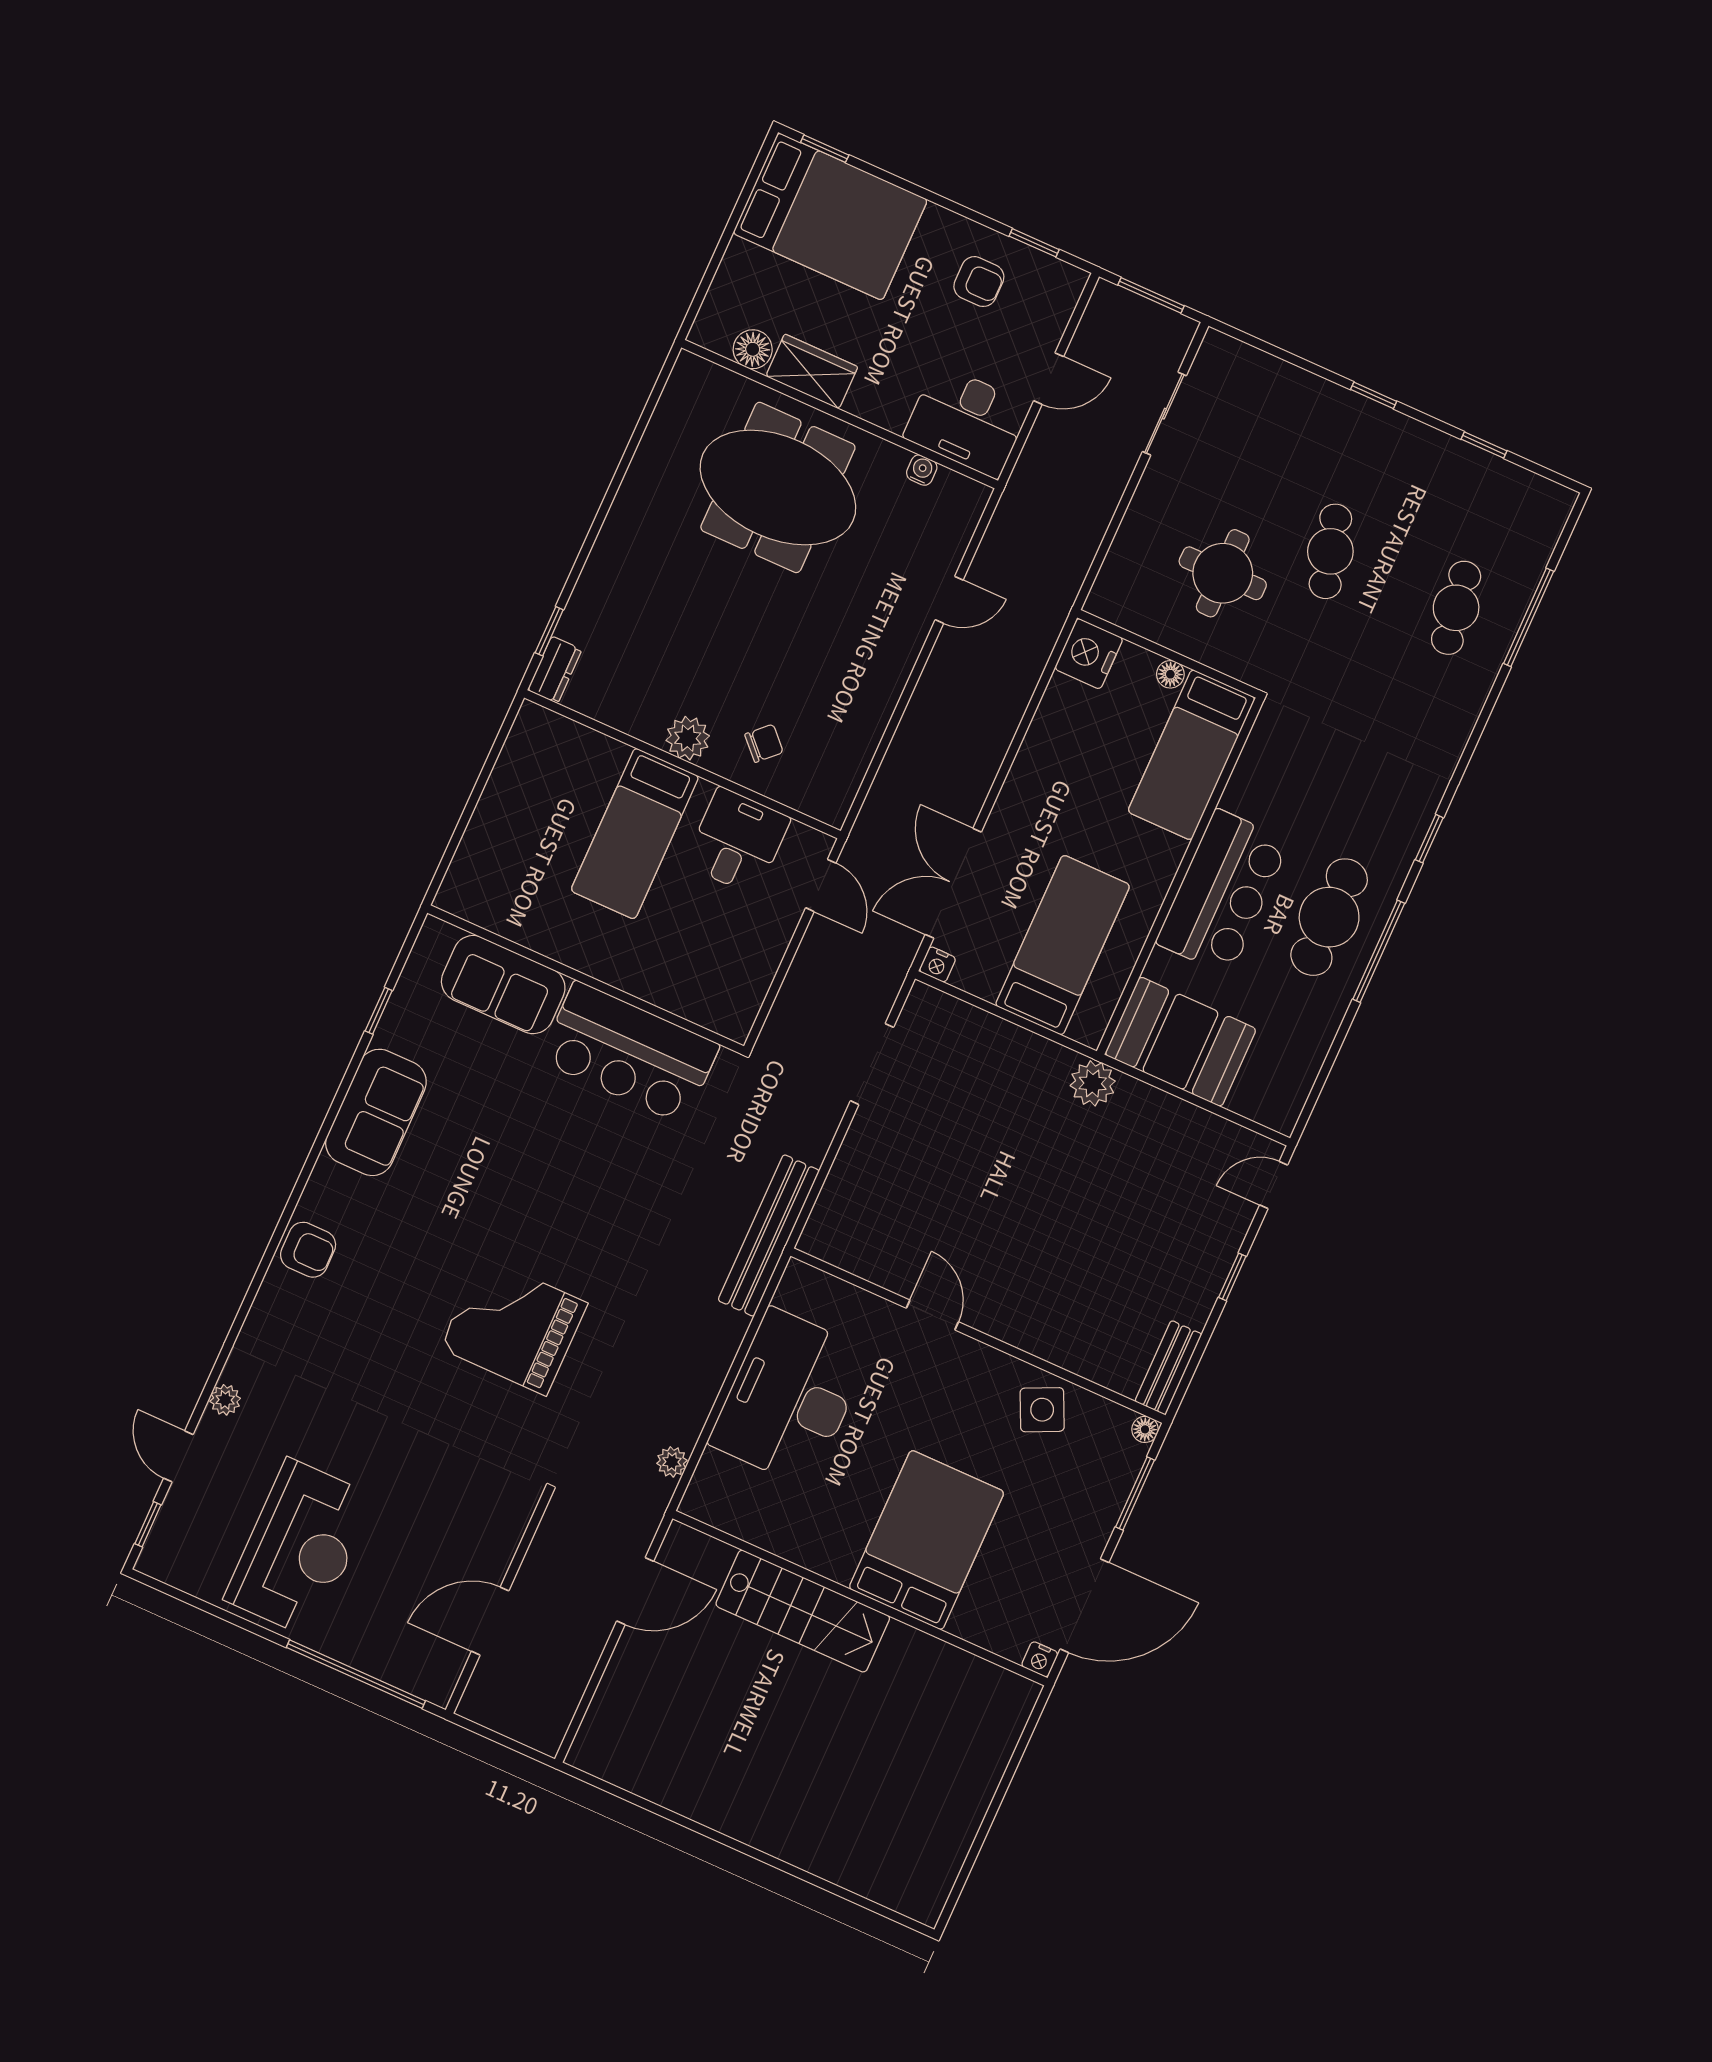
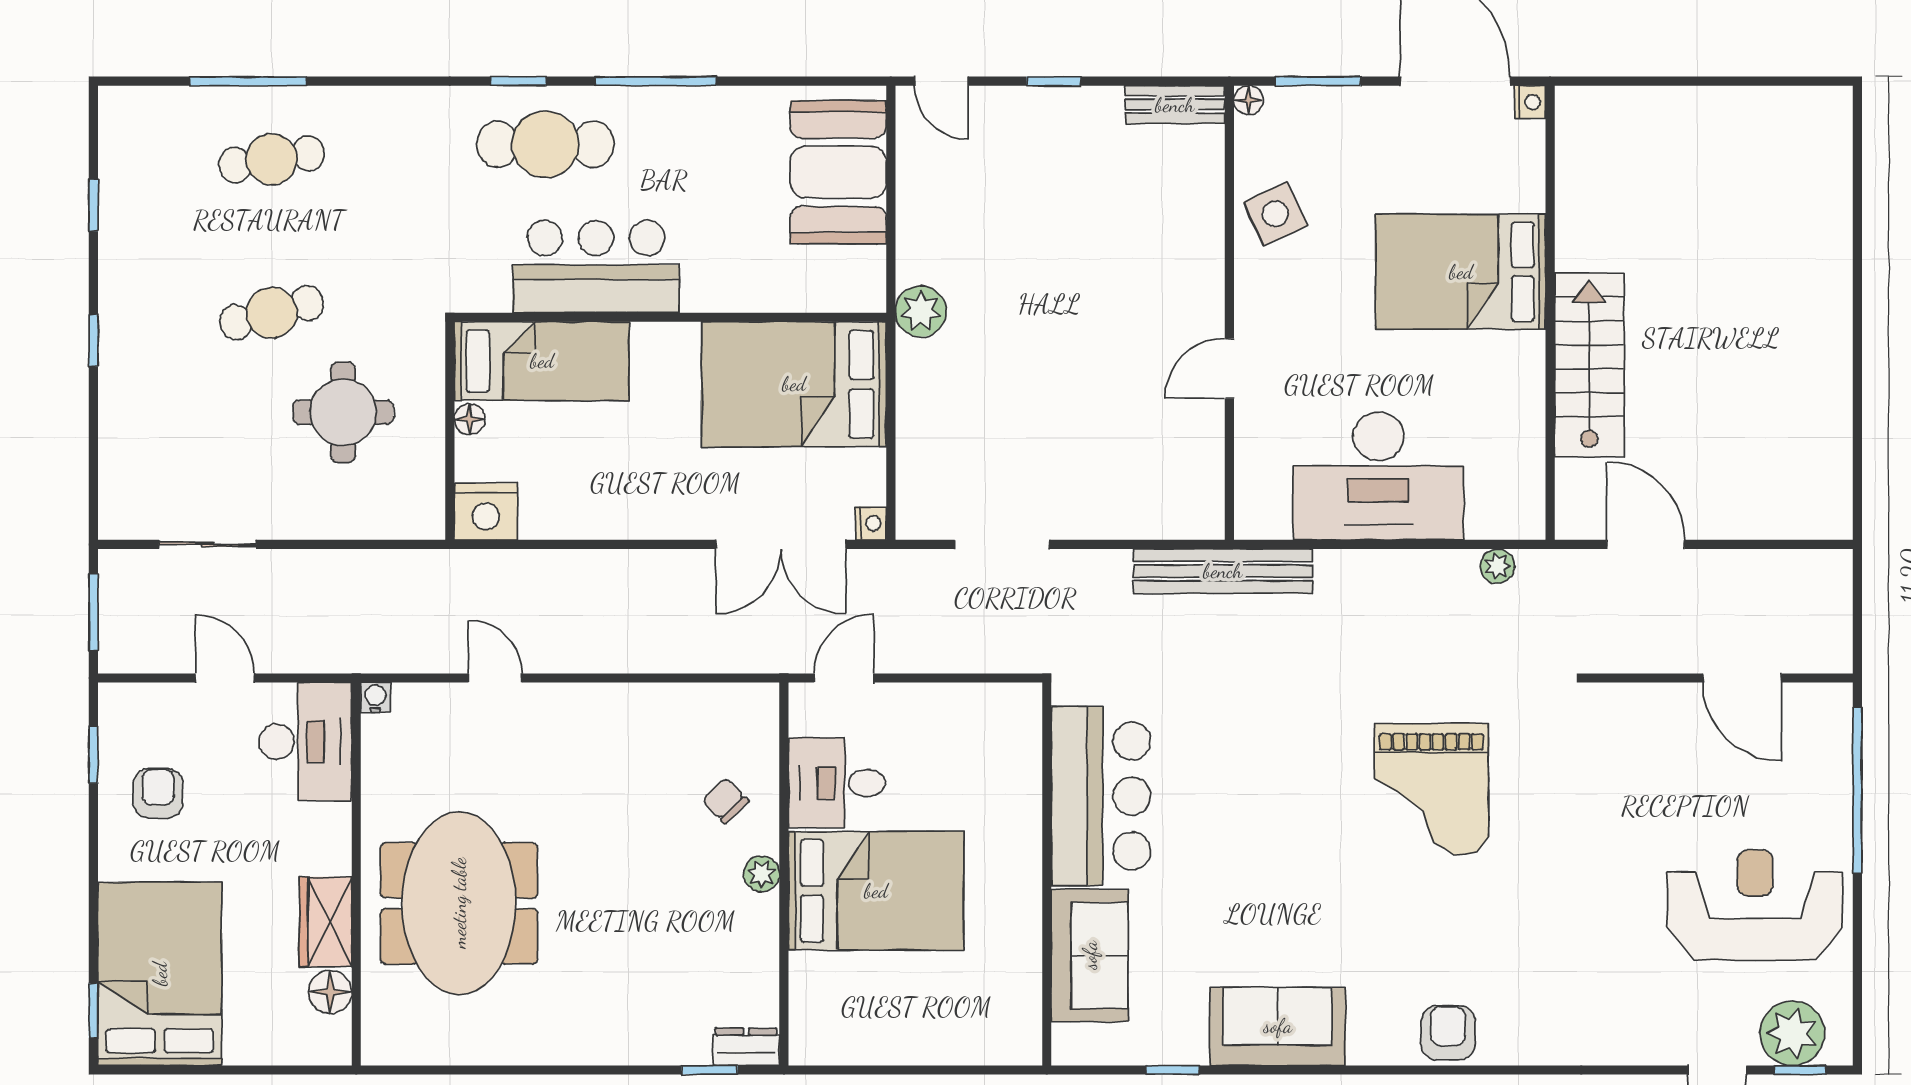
water cooler: (922, 470) -> (376, 697), moved, turned 90
plant: (688, 738) -> (762, 874), width x0.73, depth x0.73
bed: (635, 834) -> (876, 891), width x1.50
bar counter: (1223, 892) -> (596, 267), moved
cafe table: (1329, 917) -> (545, 144), moved
bed: (1063, 945) -> (794, 384), width x1.50
booth: (1181, 1042) -> (838, 172), moved
plant: (225, 1400) -> (1792, 1033), moved, width x1.88, depth x1.88

